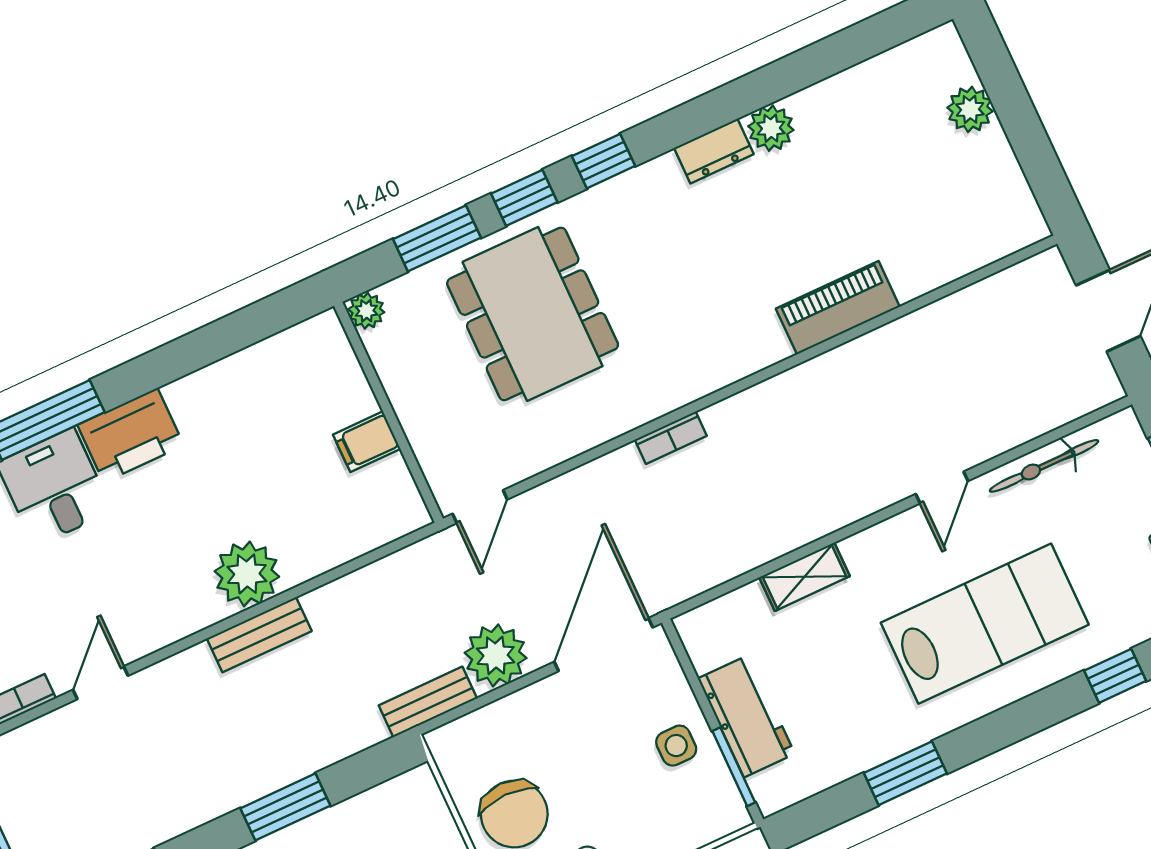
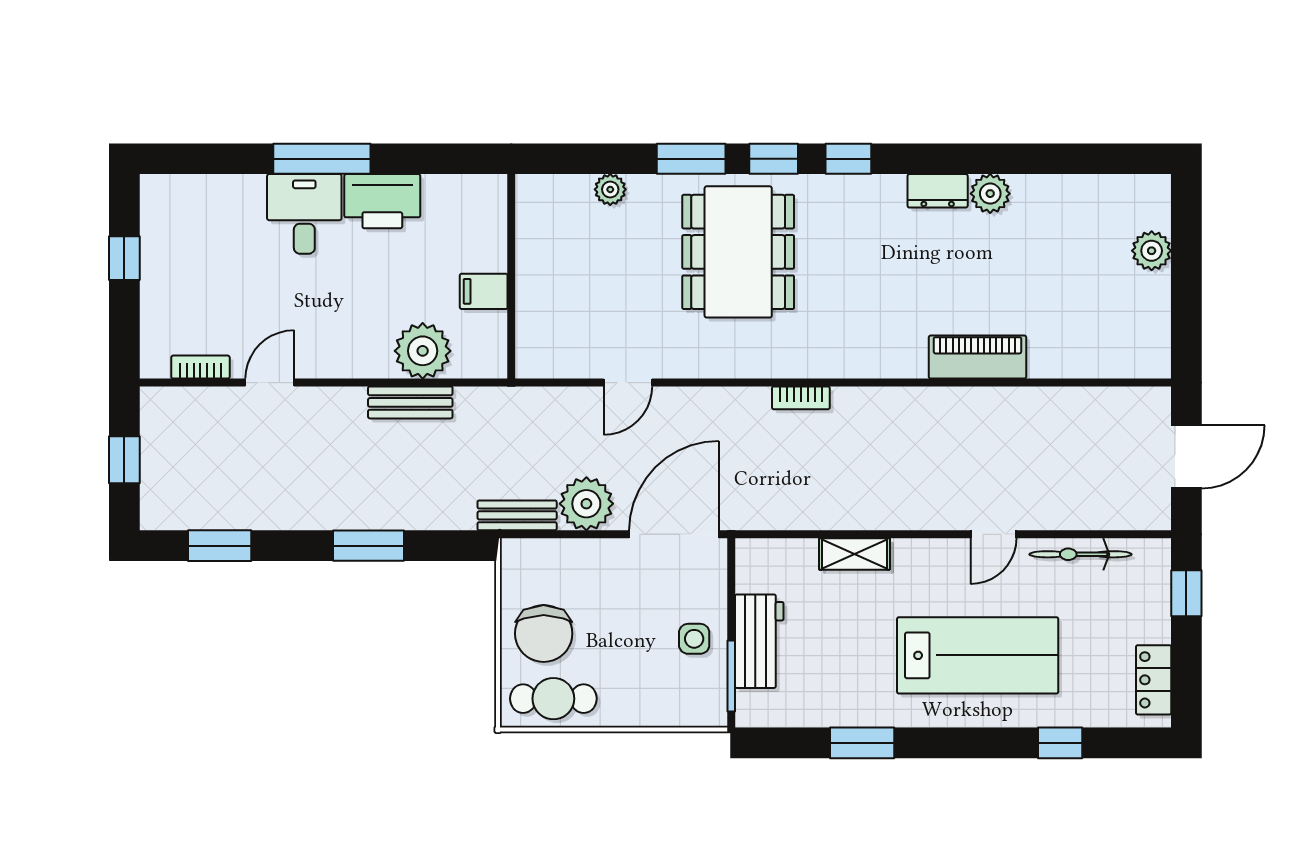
wall: (389, 412) -> (511, 276), moved
filing cabinet: (367, 442) -> (484, 291), moved

